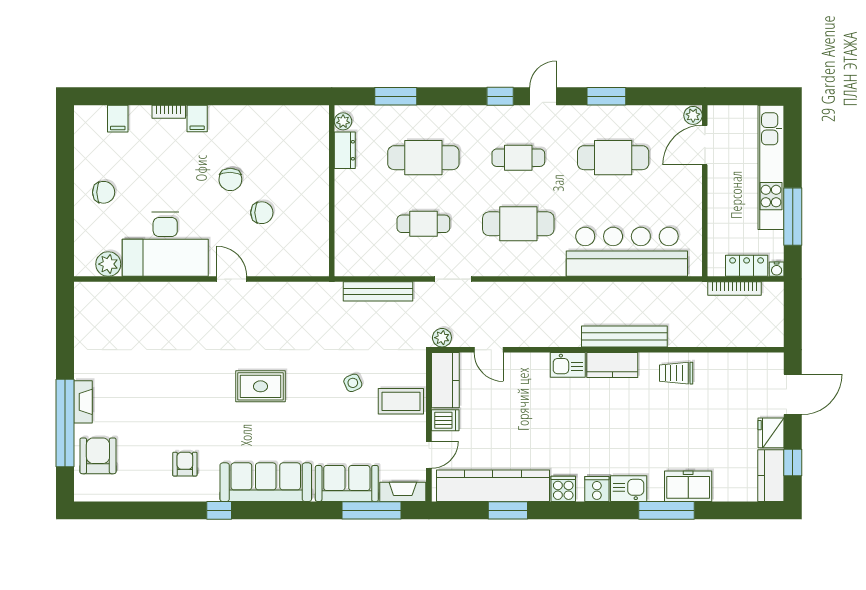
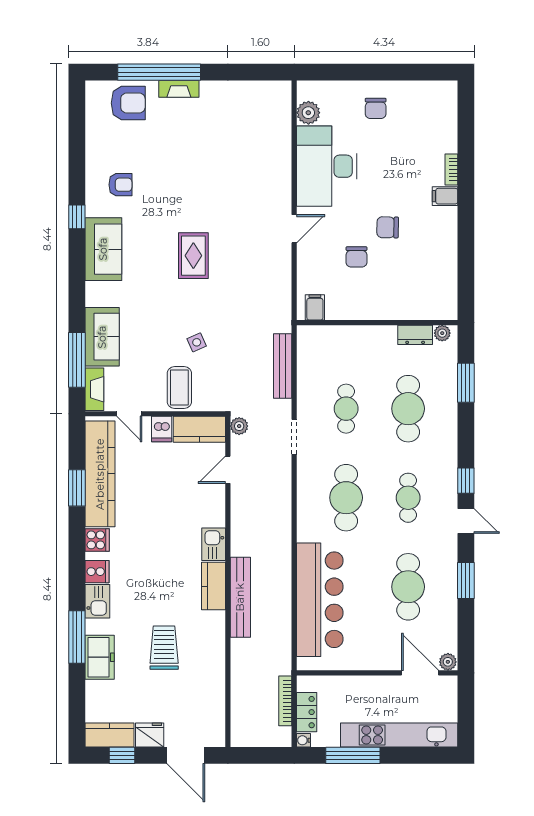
filing cabinet: (118, 119) -> (315, 307), moved, turned 90
trolley: (676, 373) -> (164, 648), moved, width x1.36, depth x1.39
sofa: (266, 482) -> (103, 249), width x0.73

